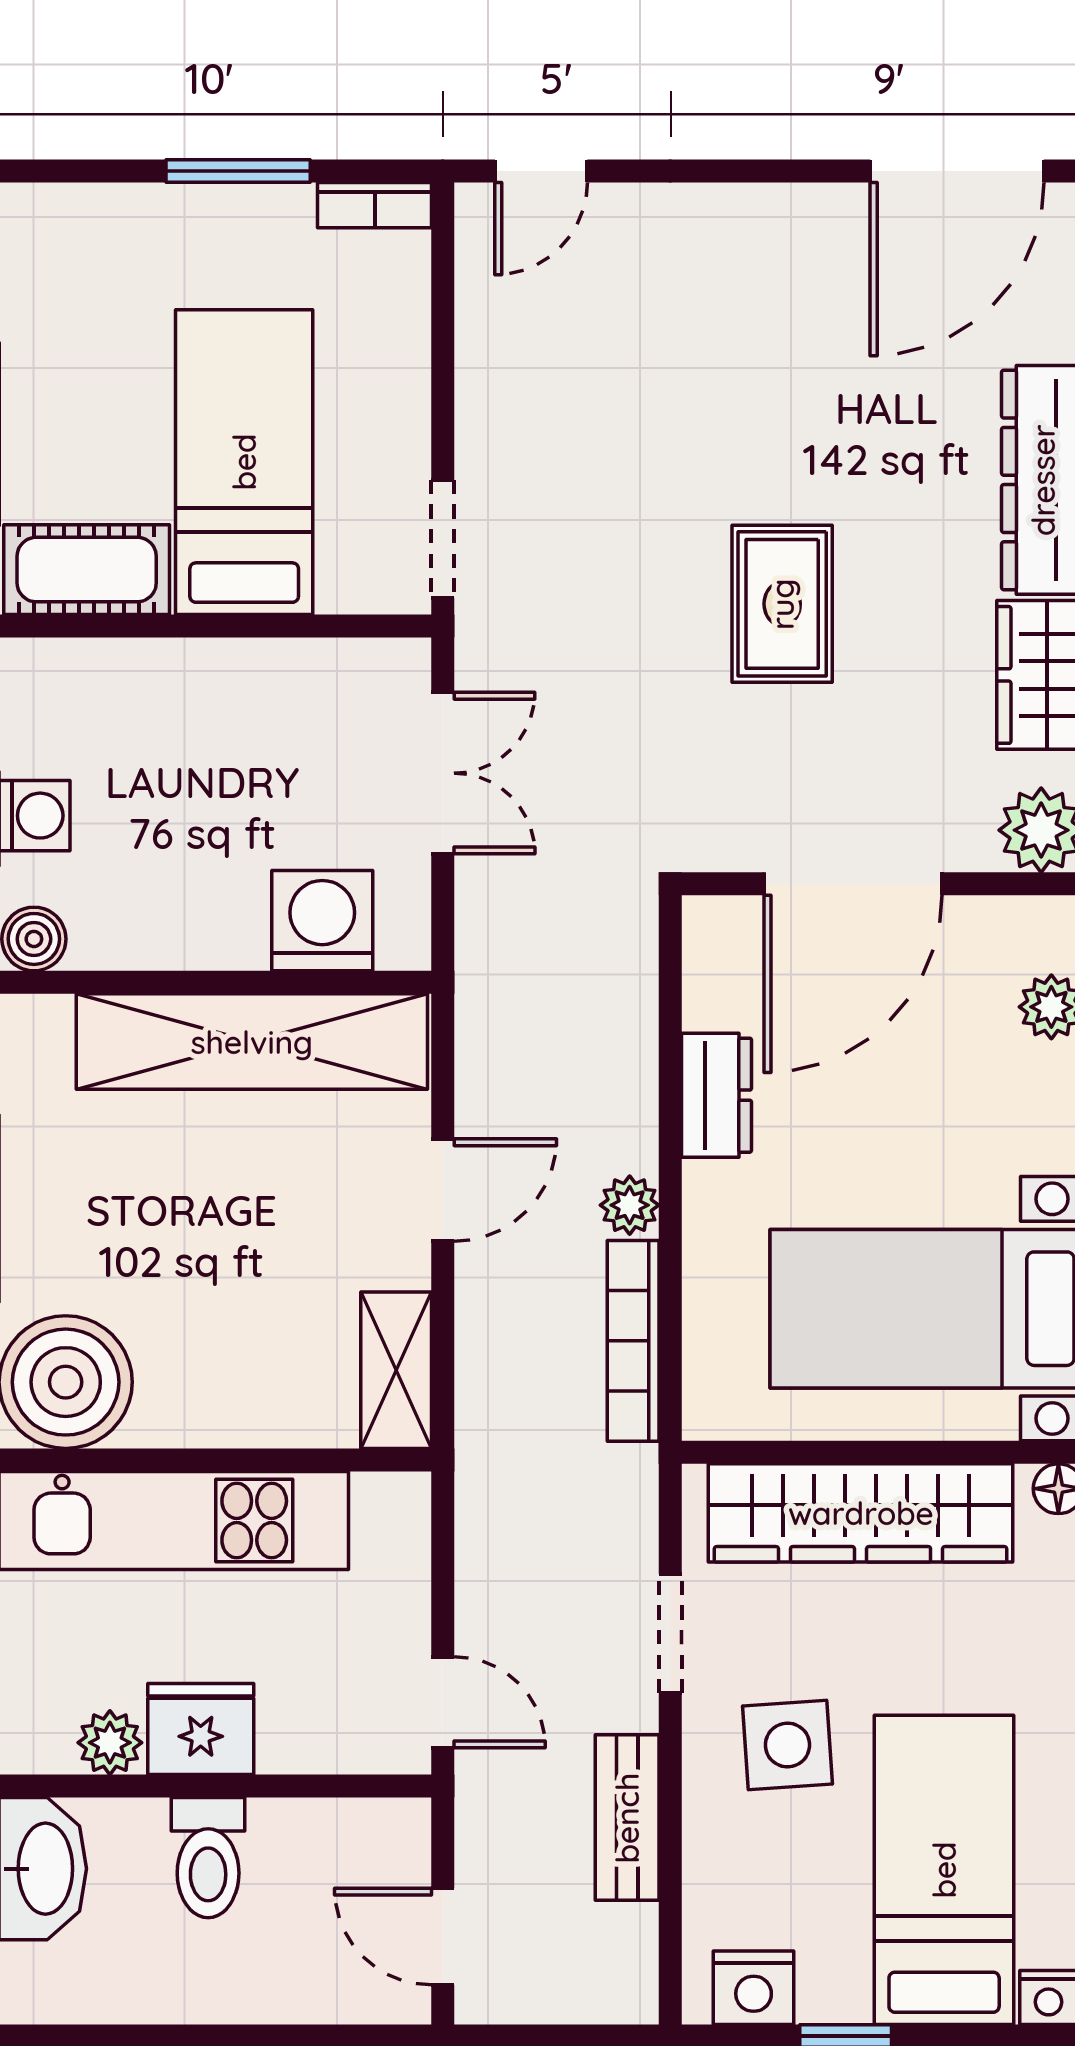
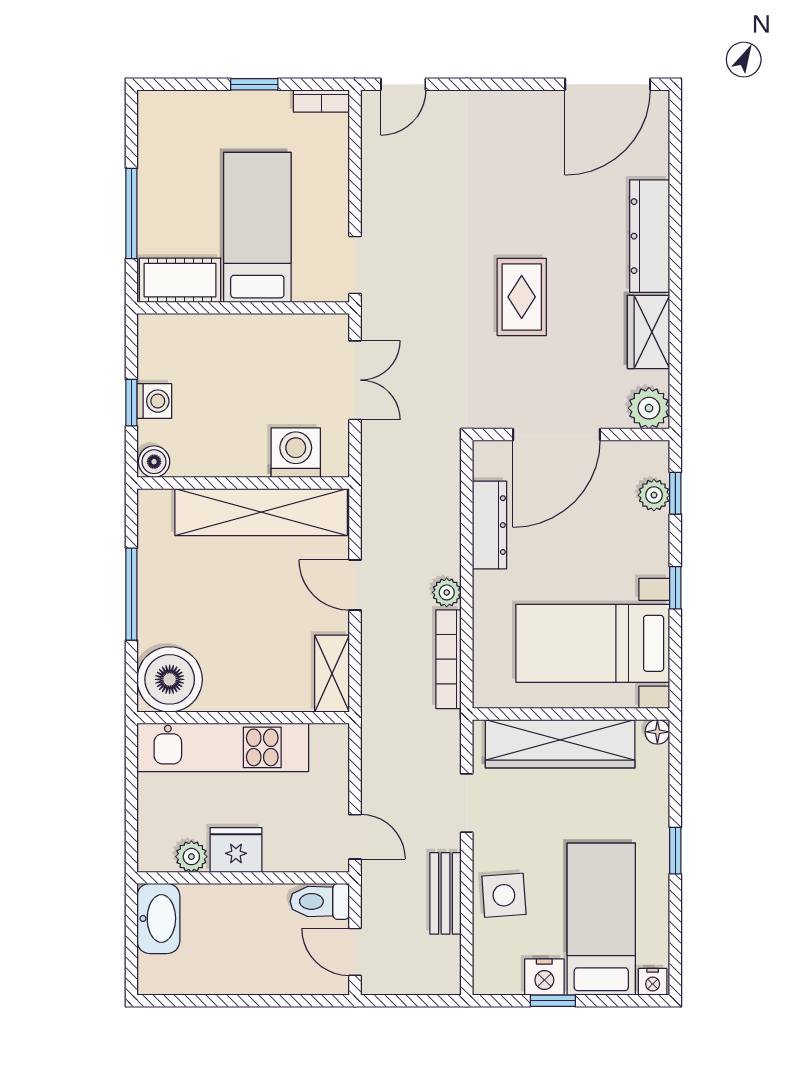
window: (238, 171) -> (254, 84), width x0.67
dresser: (716, 1095) -> (489, 525), width x1.44
door: (443, 1190) -> (355, 585), swing flipped
side table: (787, 1745) -> (504, 895), moved
toilet: (208, 1858) -> (320, 901), moved, turned 90
nightstand: (754, 1988) -> (544, 977), moved

